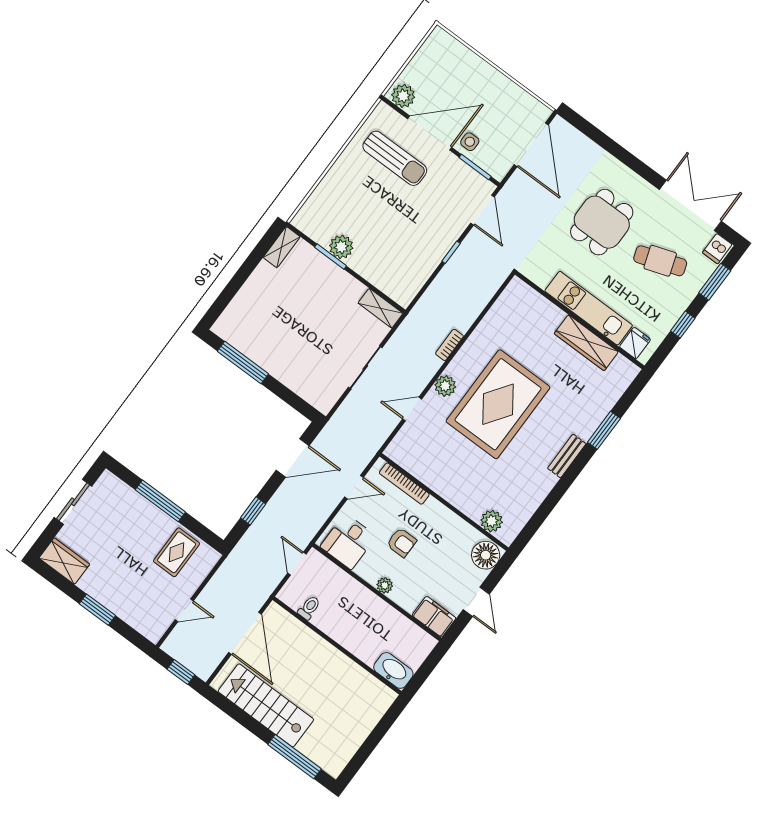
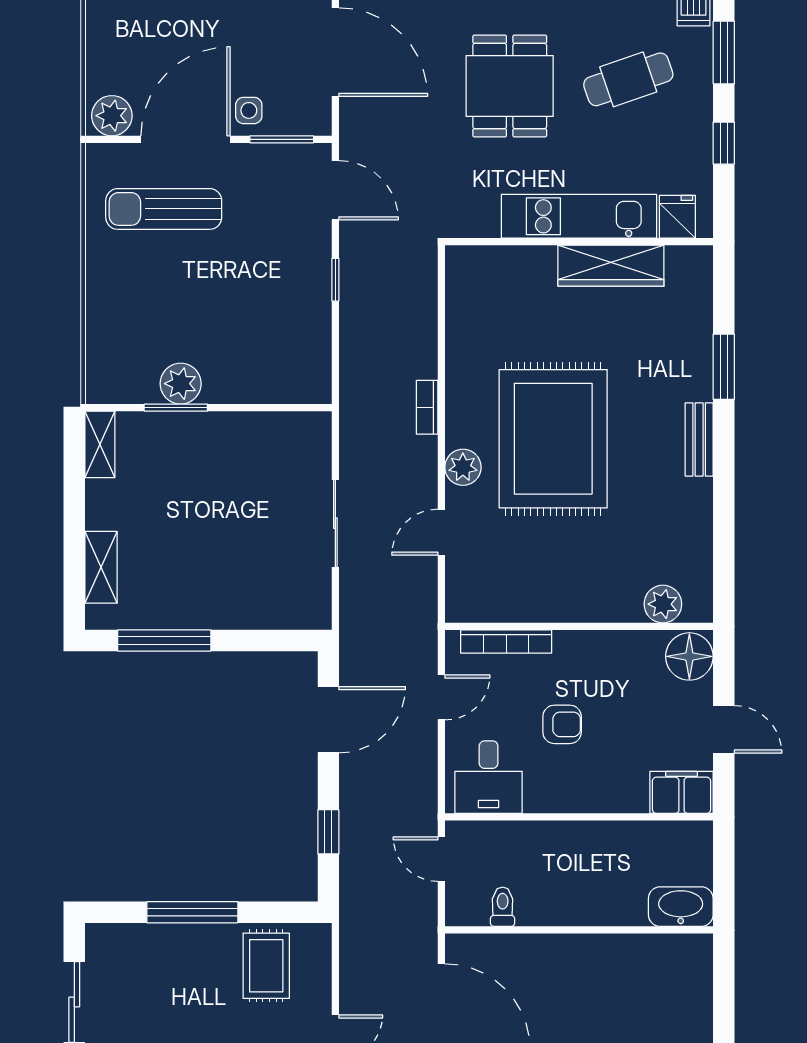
sun lounger: (395, 158) -> (164, 209), turned 180
shelving: (380, 308) -> (101, 567), moved, turned 90
plant: (385, 585) -> (583, 800), removed

